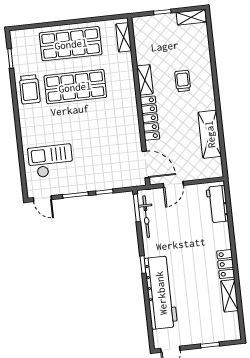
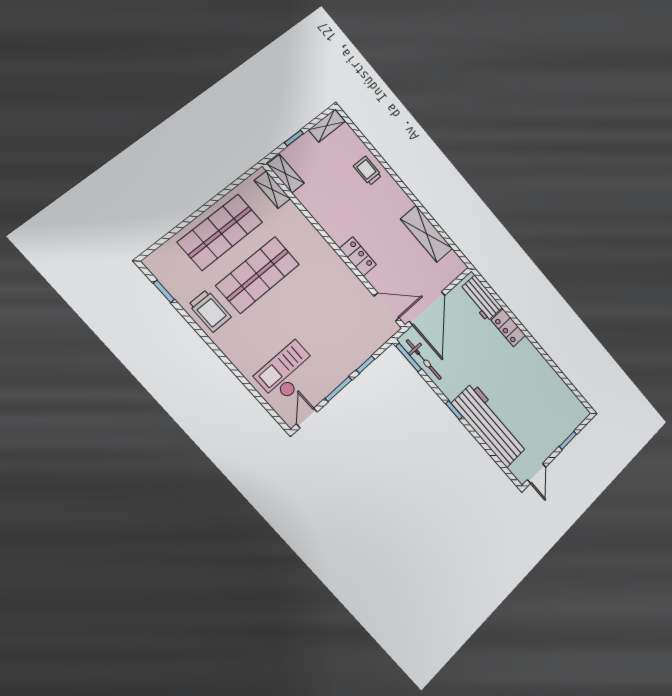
shelving: (145, 80) -> (286, 174), moved
trolley: (183, 81) -> (368, 171), moved
locker: (150, 118) -> (358, 257), width x0.66
door: (173, 184) -> (427, 308), width x1.87
door: (42, 199) -> (307, 418), swing flipped
locker: (226, 264) -> (508, 328), moved
shelving: (229, 296) -> (552, 379), removed

